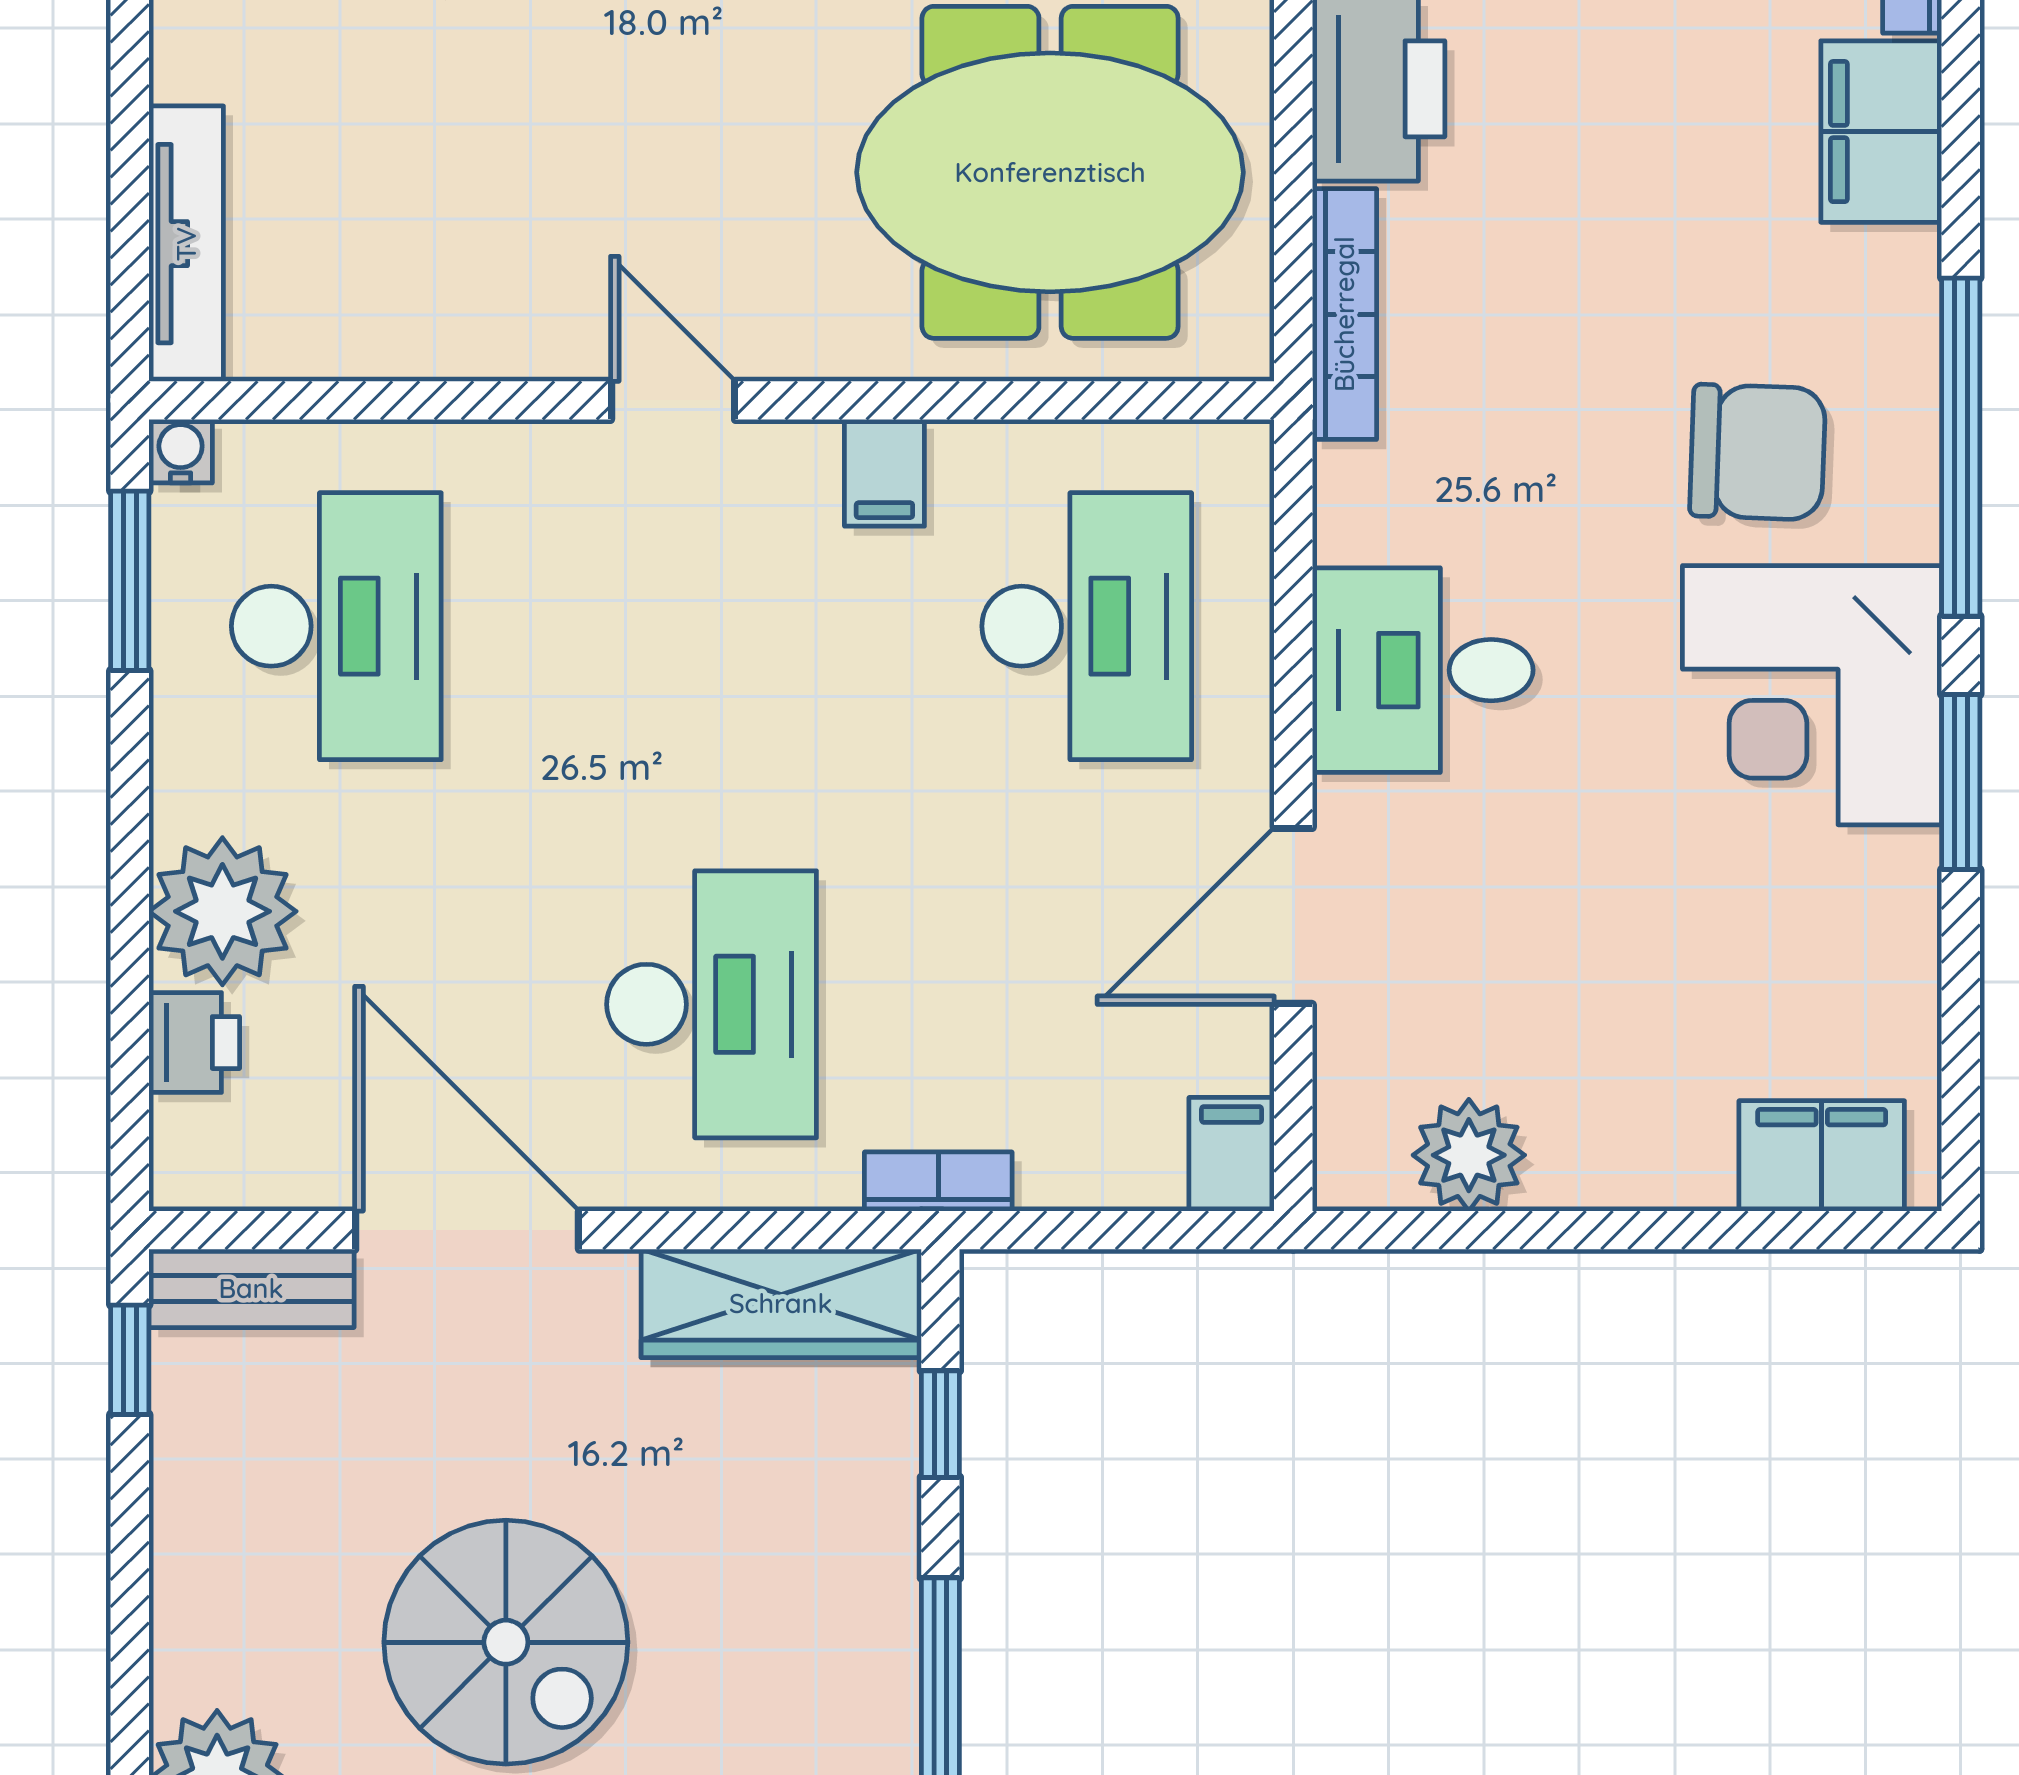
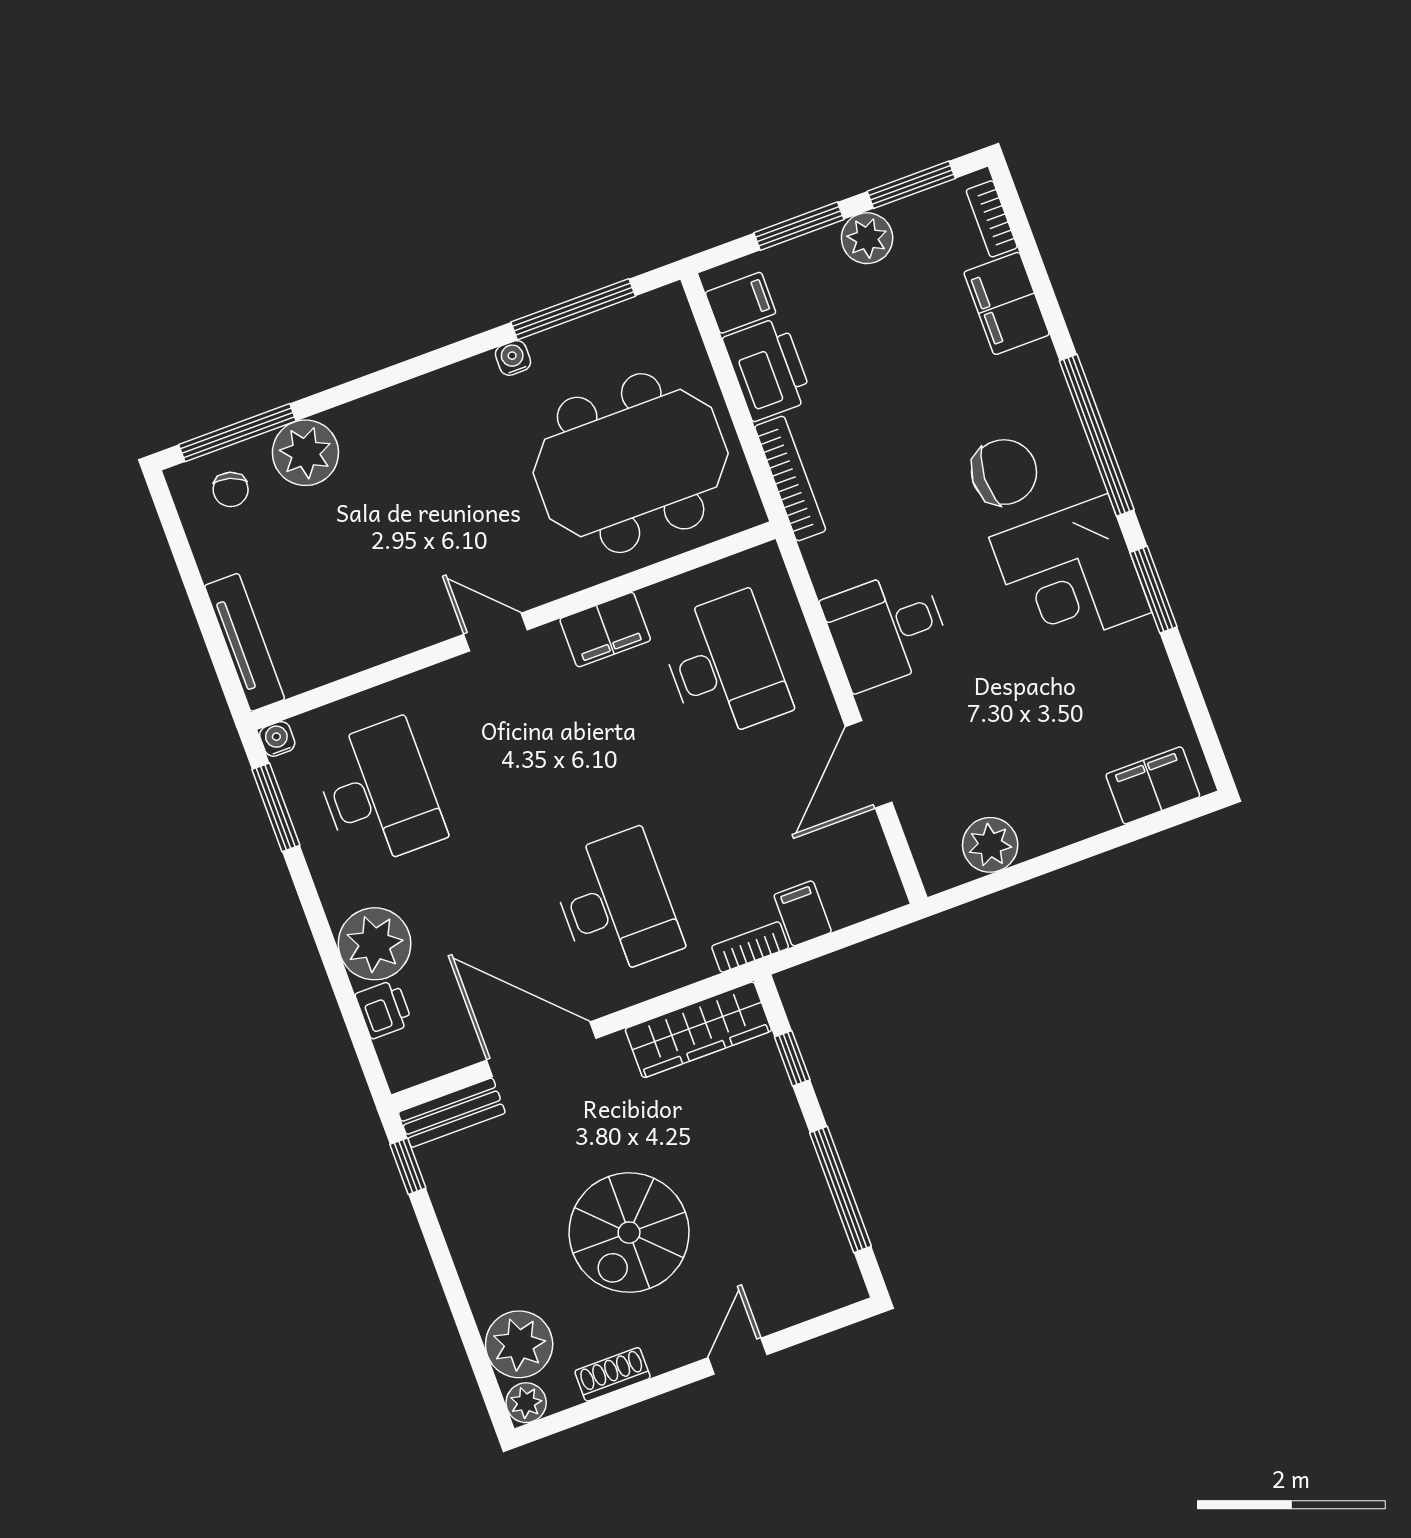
filing cabinet: (884, 473) -> (605, 630), width x2.00
filing cabinet: (1232, 1154) -> (803, 913), moved
spiral stairs: (506, 1642) -> (629, 1233), turned 90

